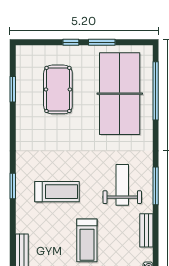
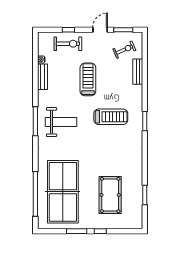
weight bench: (122, 185) -> (61, 122), turned -90
treadmill: (57, 192) -> (111, 117), turned 180
bench: (146, 230) -> (42, 77), moved

